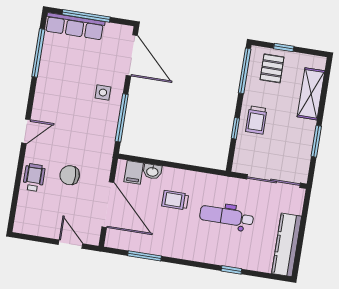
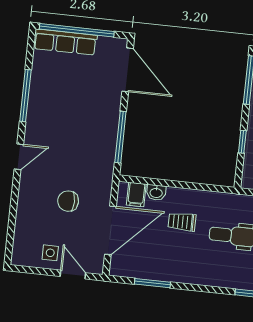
window: (86, 16) -> (77, 30), width x1.46
window: (38, 53) -> (25, 96), moved
side table: (103, 93) -> (50, 253), moved
wheelchair: (34, 177) -> (30, 206), removed
door: (108, 205) -> (110, 230), hinge flipped

